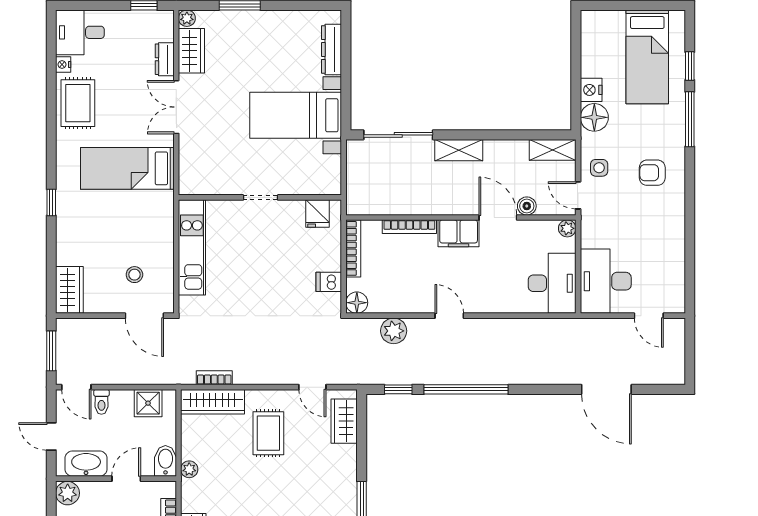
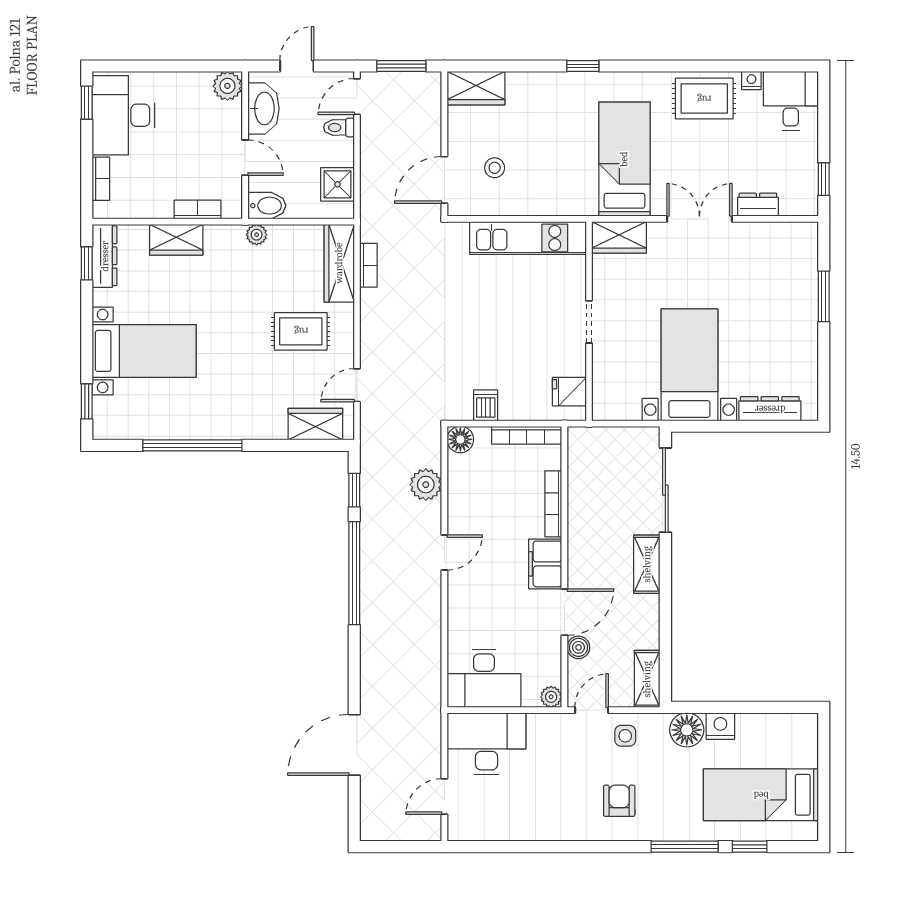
plant: (187, 18) -> (808, 232), removed
wardrobe: (191, 51) -> (619, 237), moved

